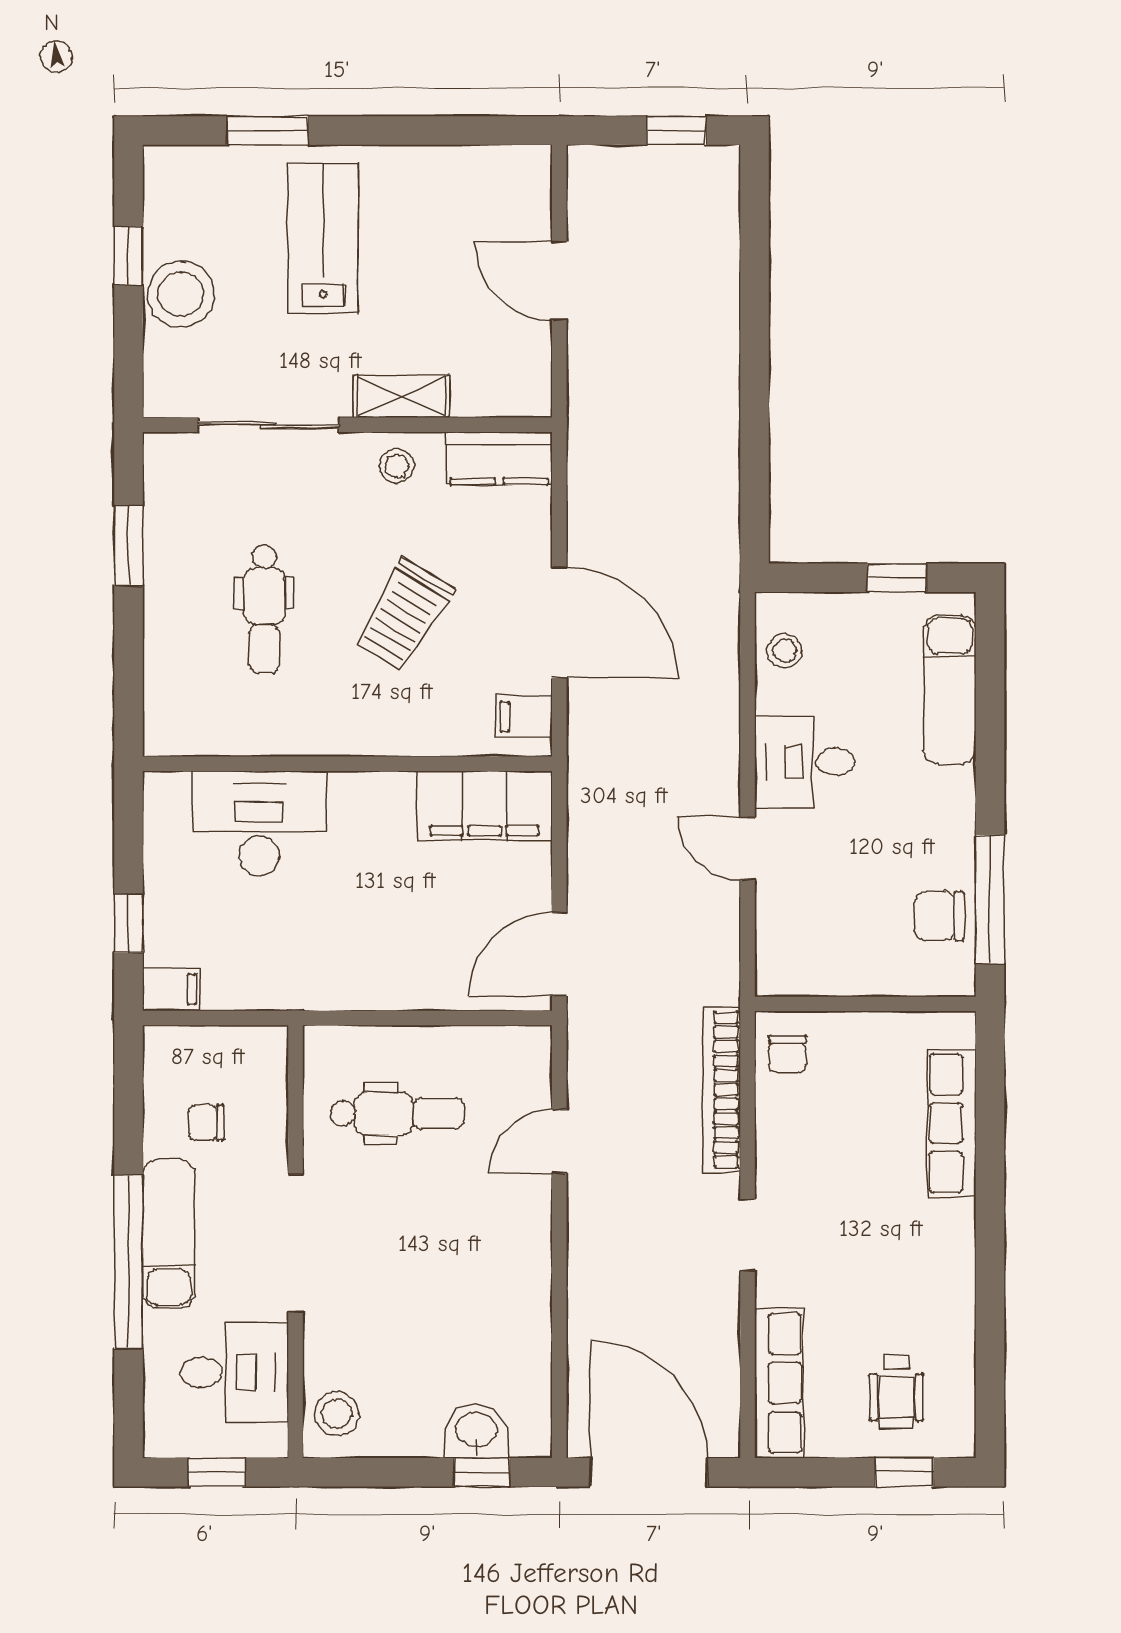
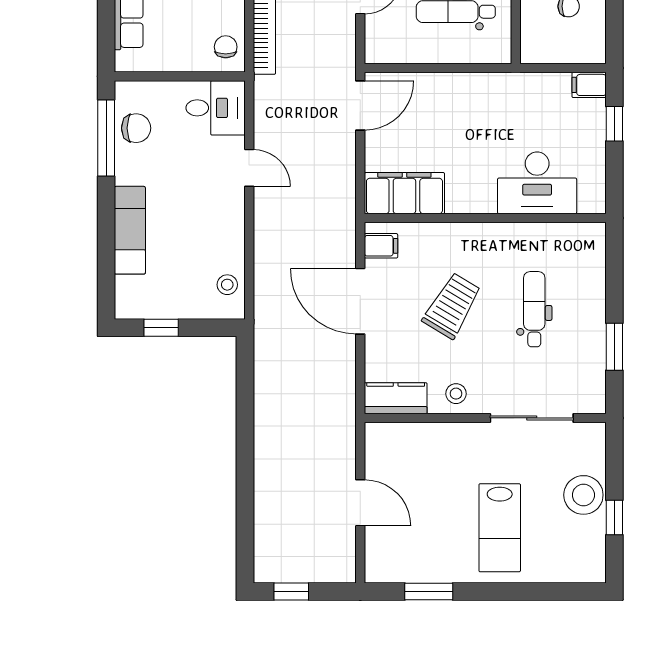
window: (268, 130) -> (429, 592), moved
shelving: (401, 396) -> (453, 435), removed
exam couch: (950, 690) -> (130, 230), moved
desk: (805, 762) -> (216, 108), moved

